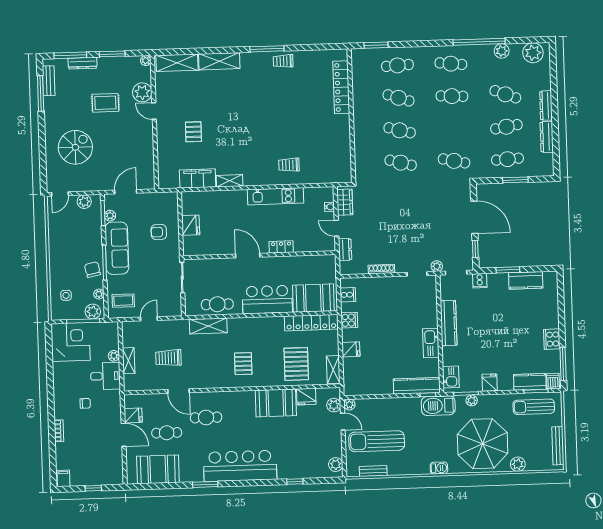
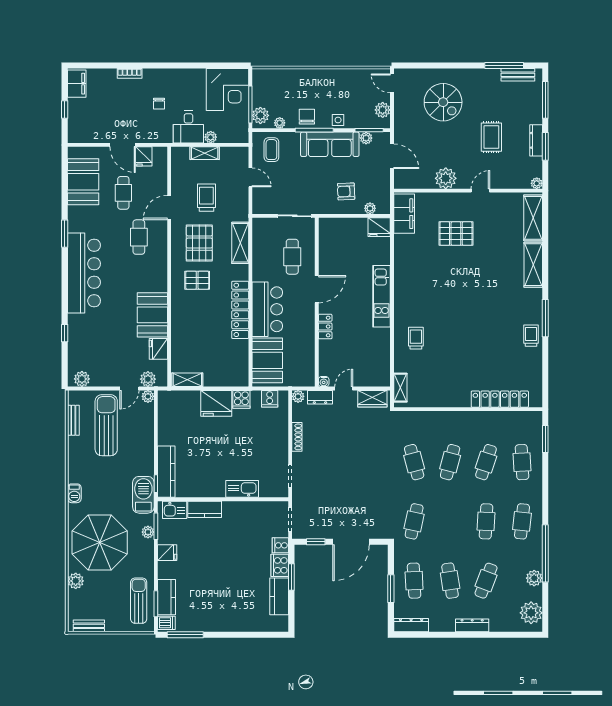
dresser: (83, 63) -> (536, 140), moved
plant: (142, 92) -> (446, 178), moved
pallet: (193, 132) -> (456, 234), width x1.50, depth x1.42
dresser: (547, 137) -> (411, 625), moved
cafe table: (401, 163) -> (414, 462), turned -30
filing cabinet: (198, 178) -> (404, 214), moved
shelving: (230, 181) -> (400, 388), moved
kitchen unit: (276, 196) -> (382, 296), moved
water cooler: (329, 207) -> (324, 382), moved
plant: (173, 210) -> (370, 208), added
fridge: (191, 225) -> (379, 227), moved
armchair: (159, 232) -> (346, 191), turned -92
plant: (437, 266) -> (298, 396), moved
chair: (92, 270) -> (307, 117), turned -78
side table: (66, 295) -> (338, 120), moved
cafe table: (217, 304) -> (292, 257), moved
locker: (311, 323) -> (240, 310), moved
kitchen counter: (449, 323) -> (205, 509), moved, width x0.67
cooker: (552, 339) -> (280, 565), moved, turned -90
kitchen sink: (431, 343) -> (242, 489), moved
fridge: (351, 349) -> (216, 403), width x1.88, depth x1.34
pallet: (296, 364) -> (199, 243), moved, turned 90
door: (124, 435) -> (123, 145), hinge flipped
bench: (558, 446) -> (89, 626), width x0.73
filing cabinet: (63, 478) -> (77, 84), width x2.00

